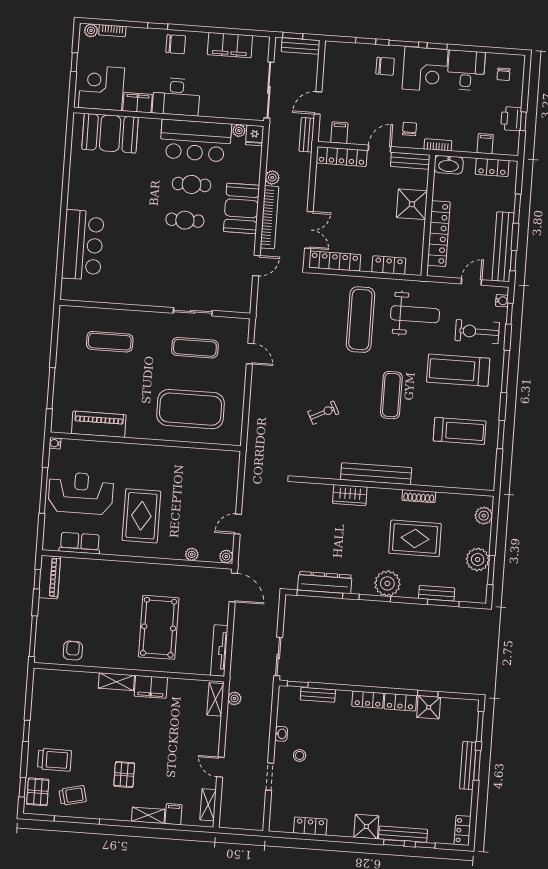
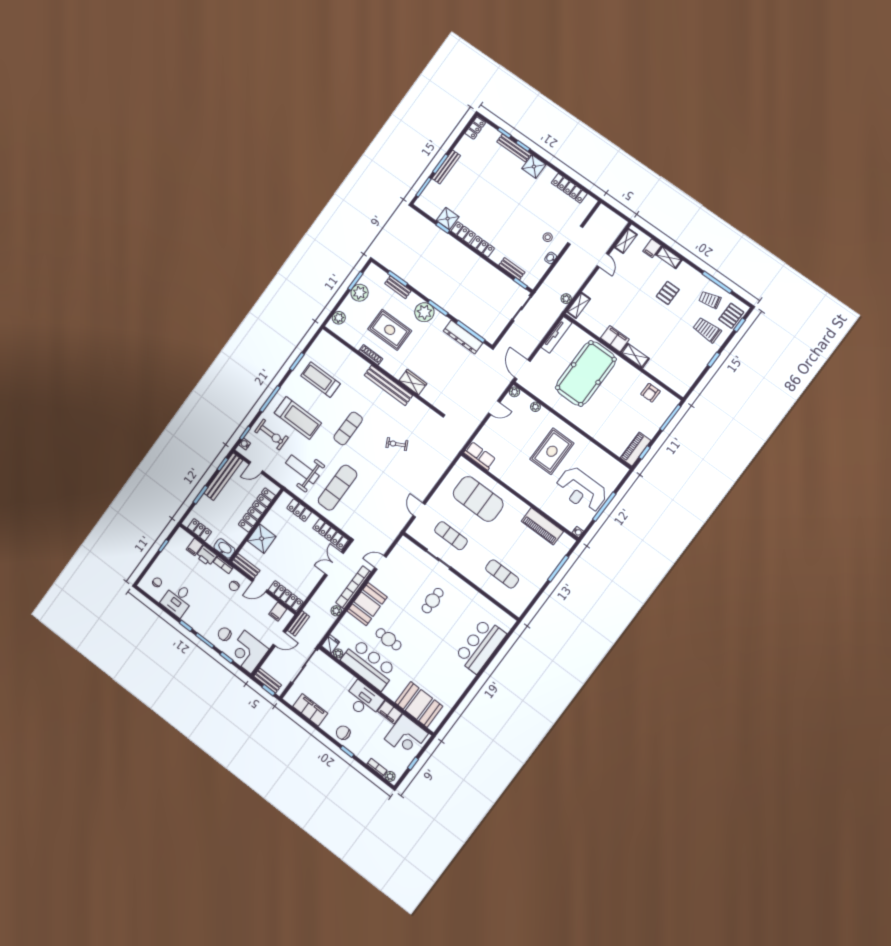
corner desk: (425, 69) -> (248, 652), moved, turned -90
printer: (511, 119) -> (206, 556), moved, turned 90
cafe table: (185, 220) -> (433, 601), moved, turned 90
row of seats: (80, 543) -> (480, 456), moved, turned 180
pool table: (159, 627) -> (586, 374), width x1.36, depth x1.32
locker: (310, 826) -> (569, 188), width x1.53

